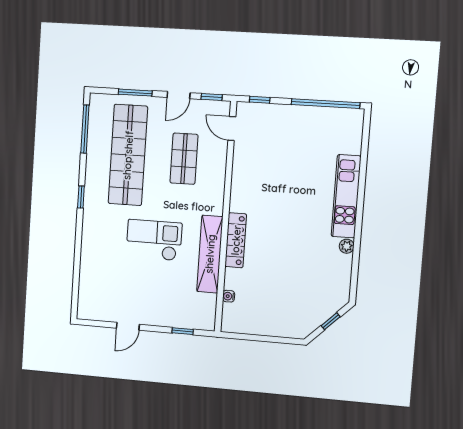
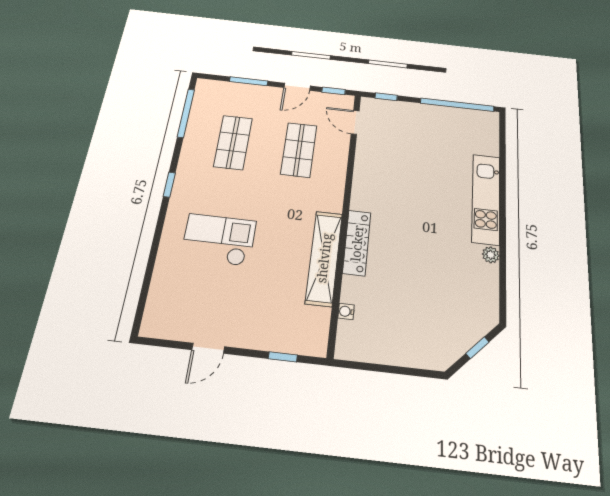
shop shelf: (128, 155) -> (233, 142), width x0.50, depth x0.74
checkout: (154, 240) -> (219, 240), moved

